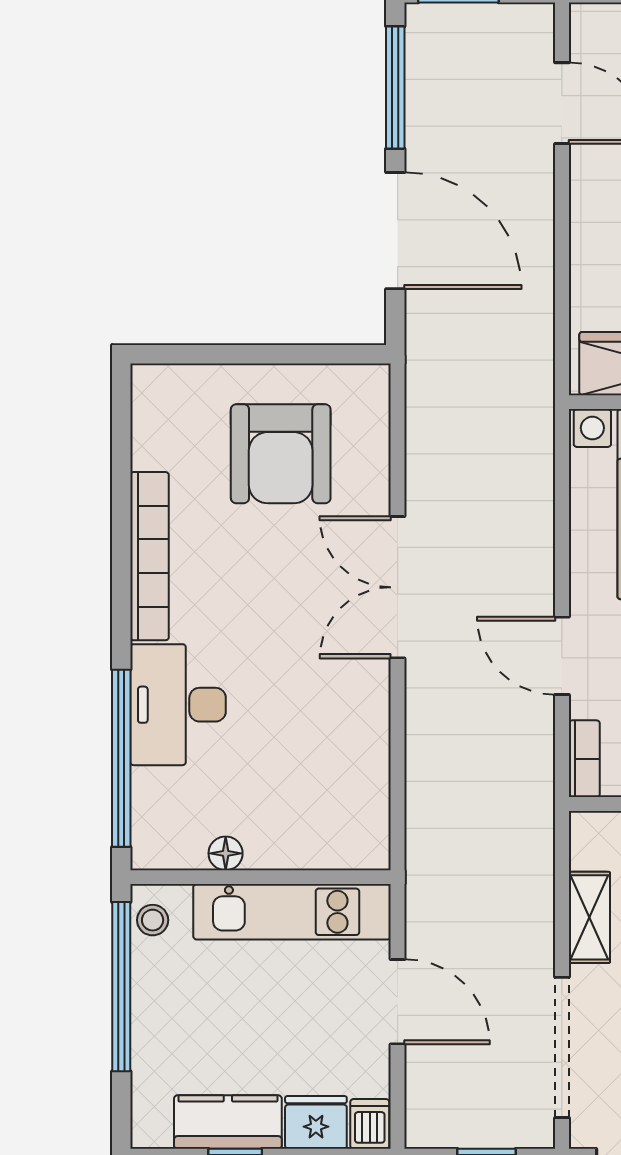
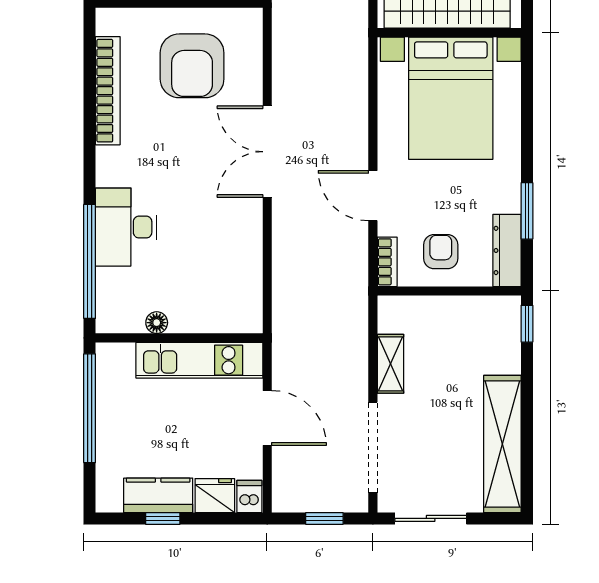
bookcase: (150, 556) -> (108, 91), moved
stool: (153, 920) -> (110, 365), removed

